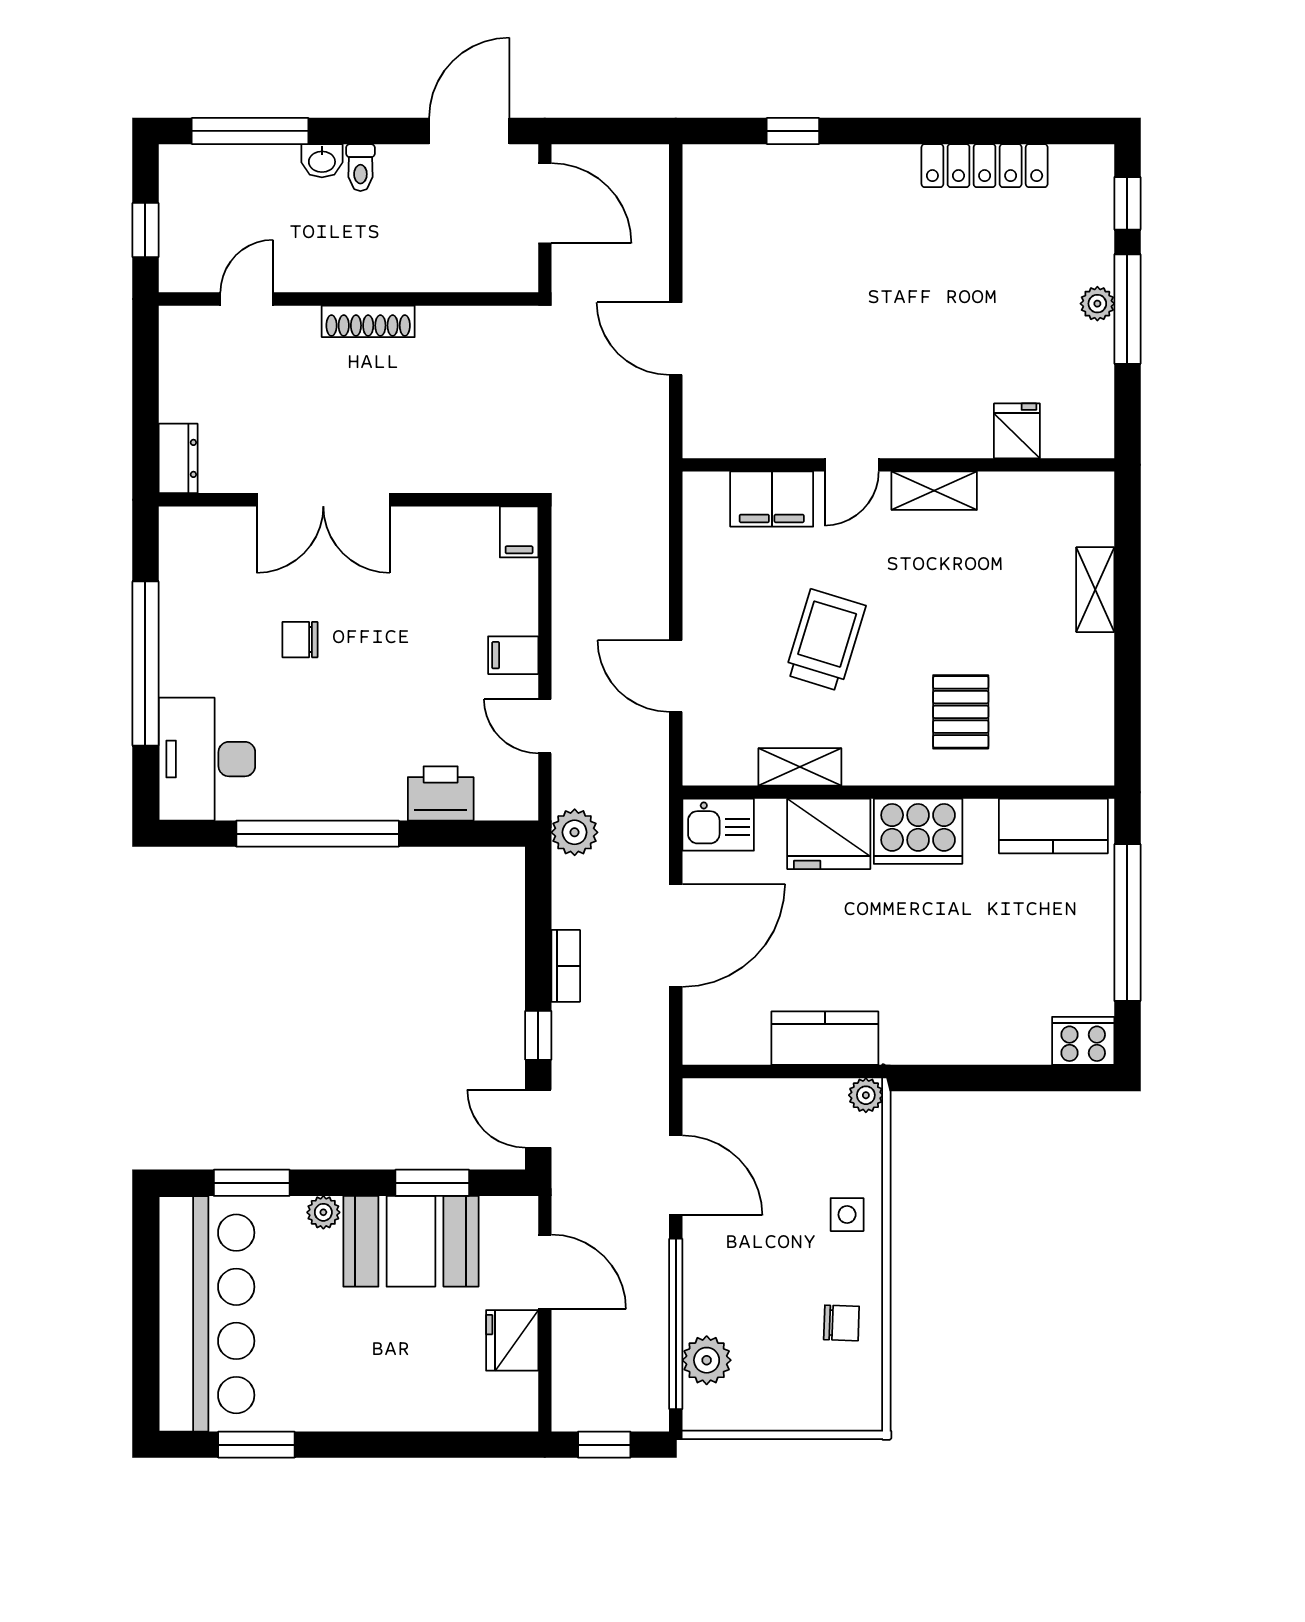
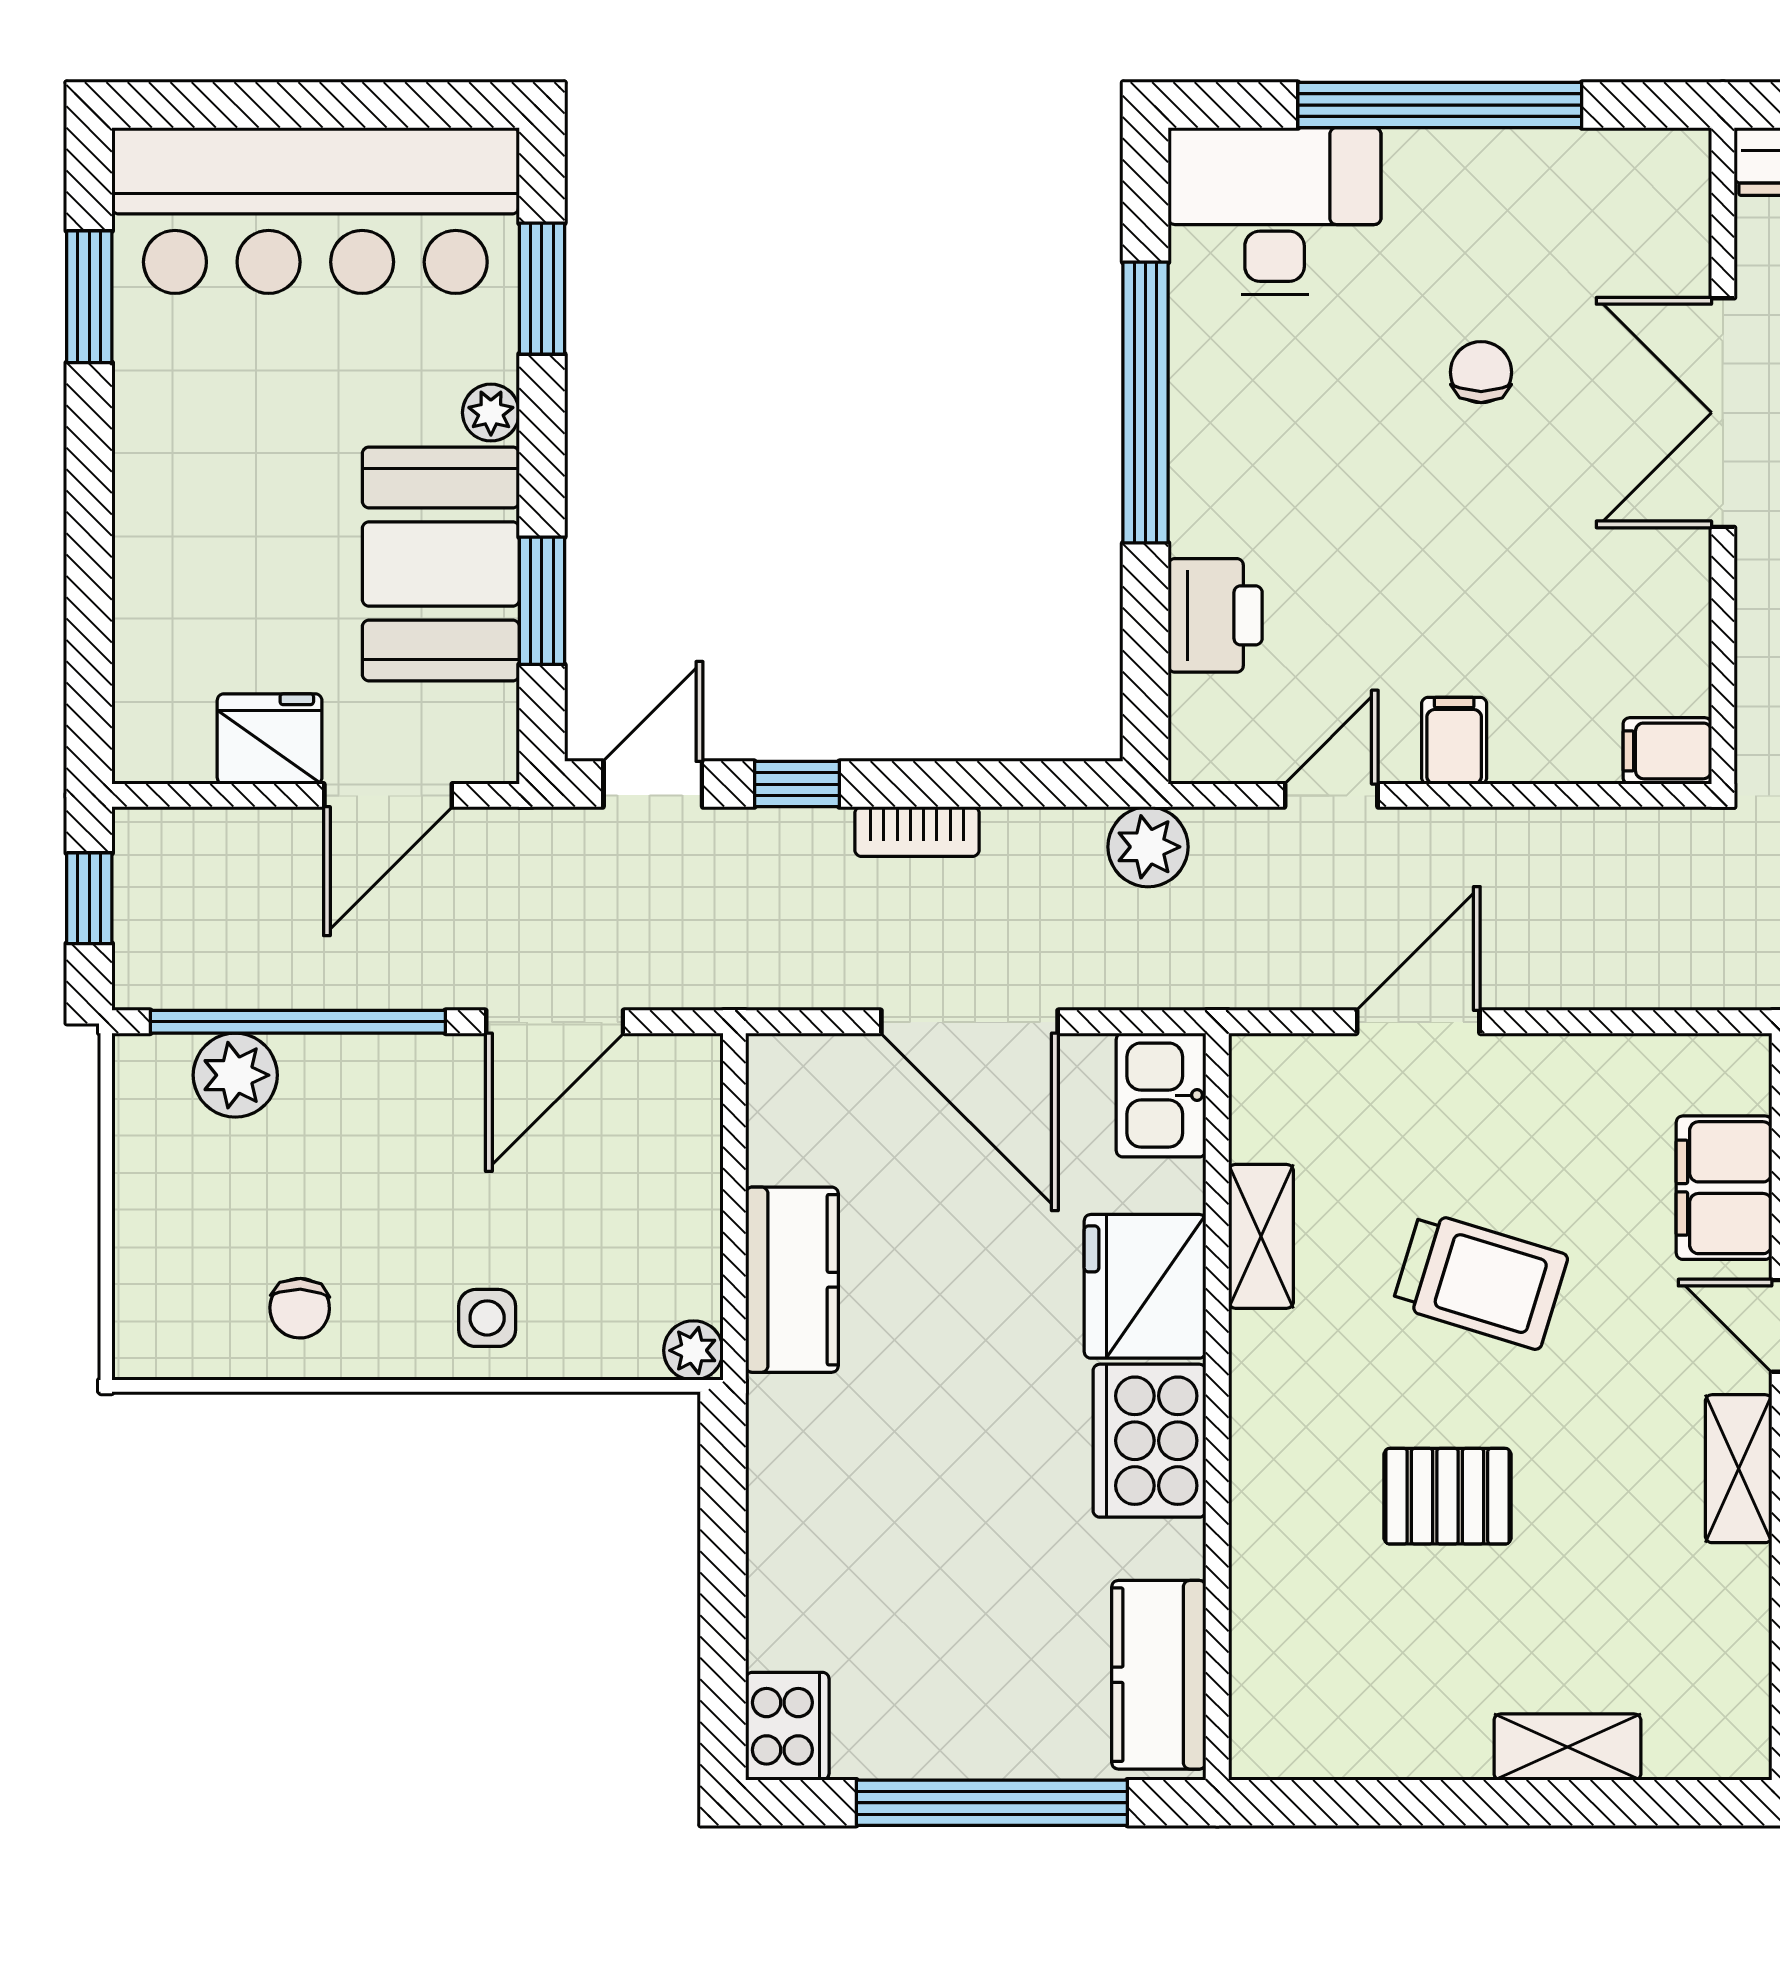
pallet: (961, 712) -> (1447, 1496), moved

